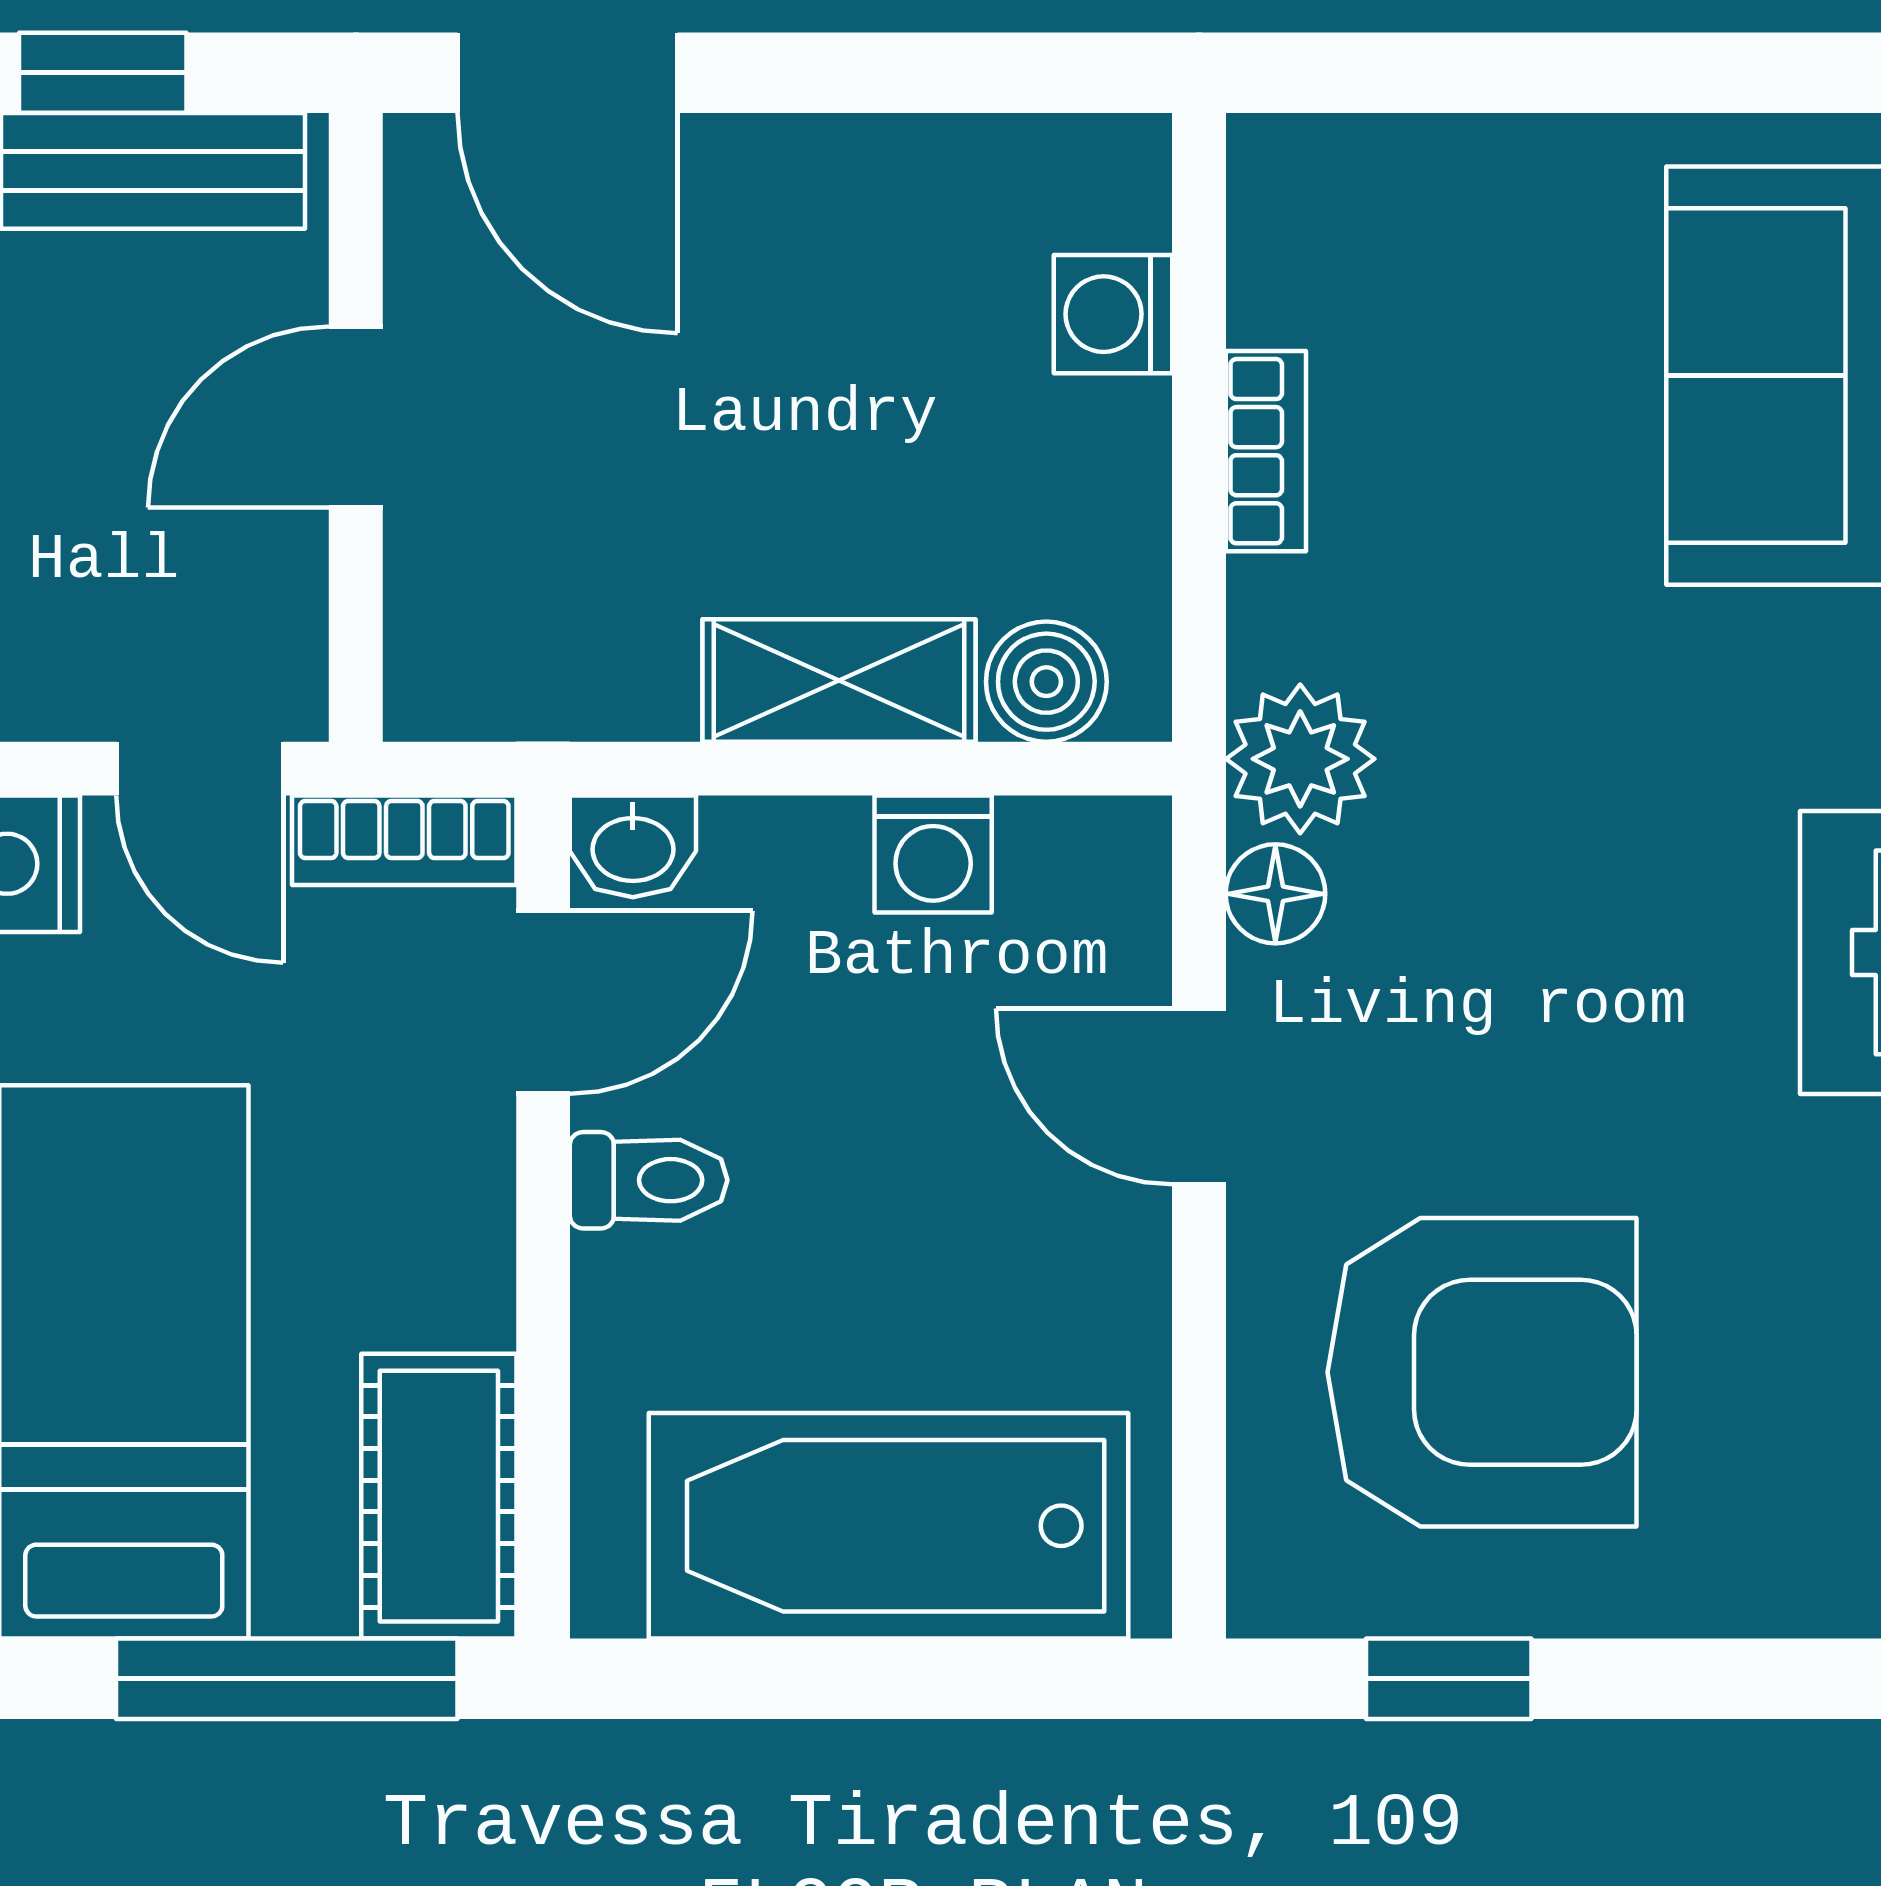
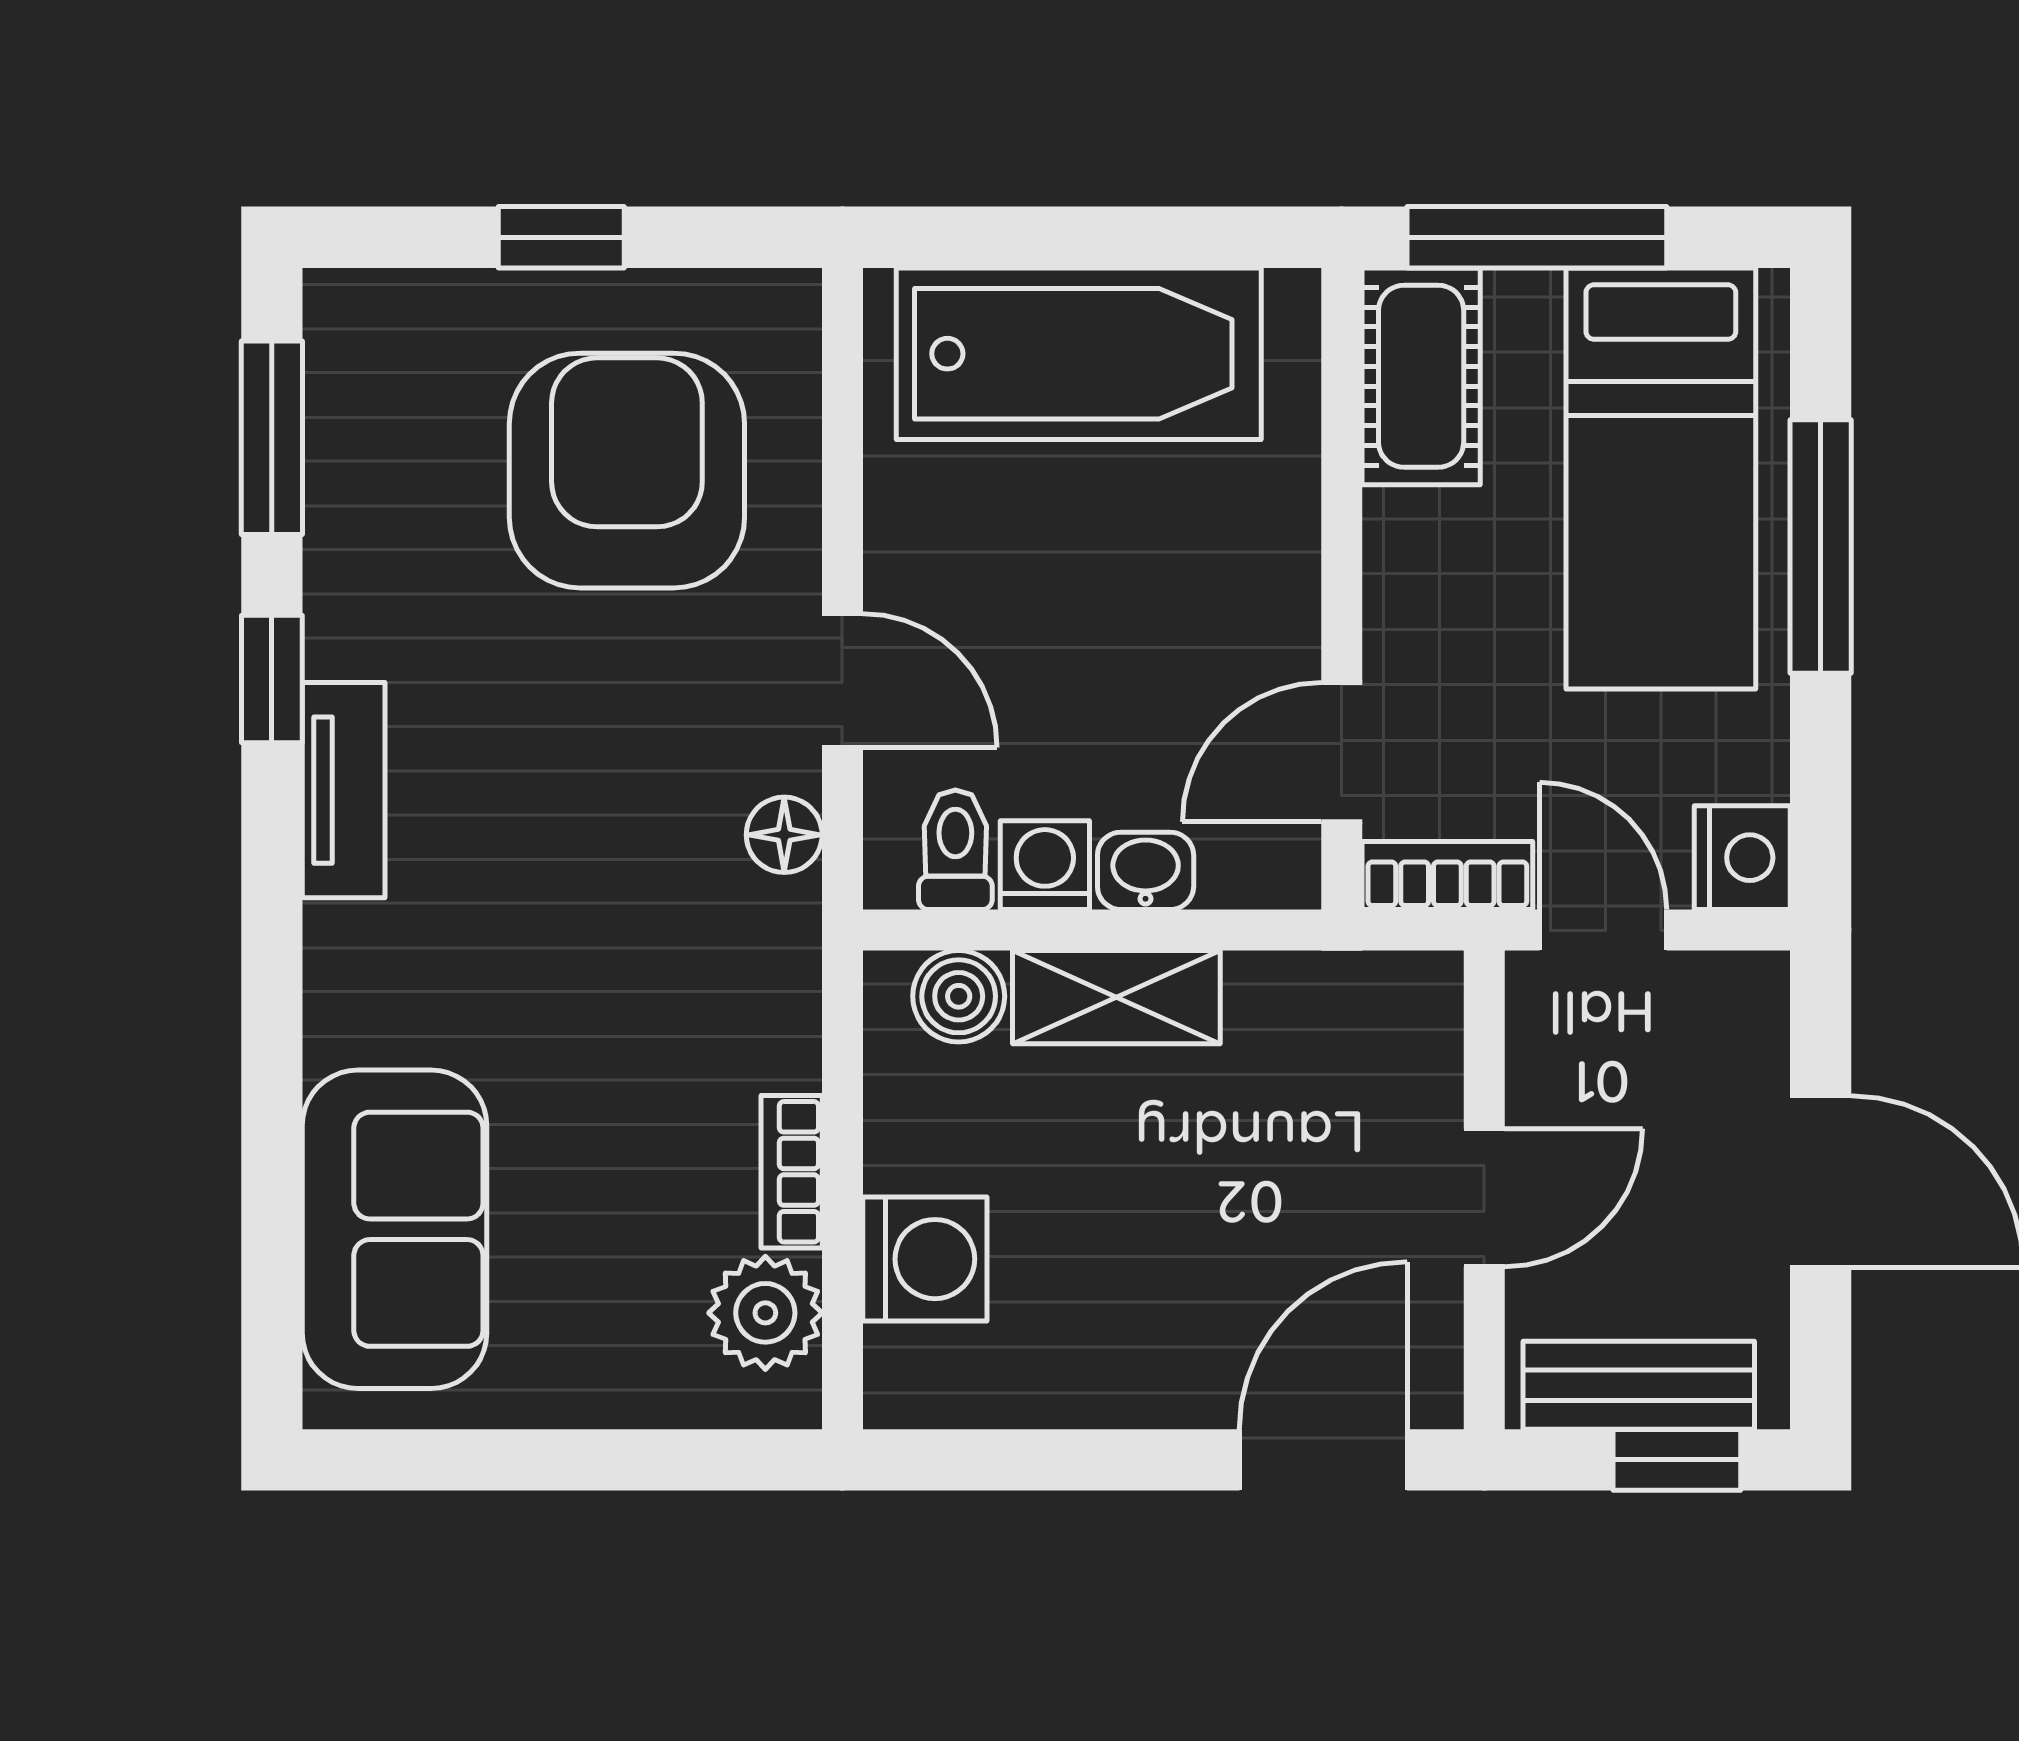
door: (567, 73) -> (1323, 1460), hinge flipped
washing machine: (1113, 314) -> (925, 1259), width x1.38, depth x1.38
plant: (1300, 759) -> (765, 1313), moved
washbasin: (633, 846) -> (1146, 871), moved
toilet: (649, 1180) -> (955, 850), moved, turned 90
armchair: (1482, 1372) -> (627, 471), turned 90
window: (1449, 1679) -> (561, 237), moved

